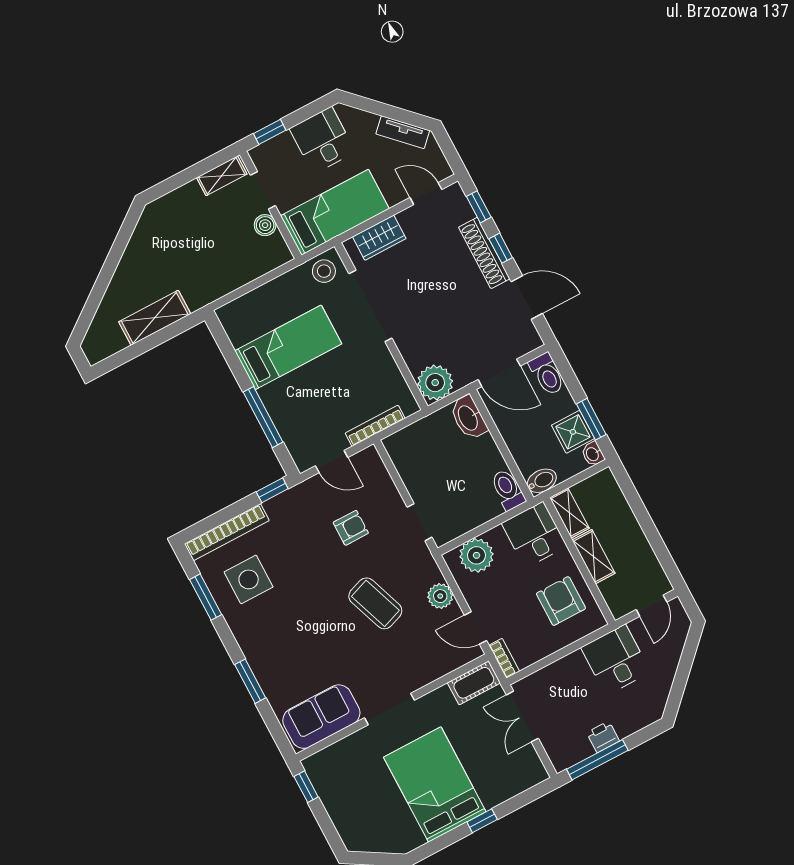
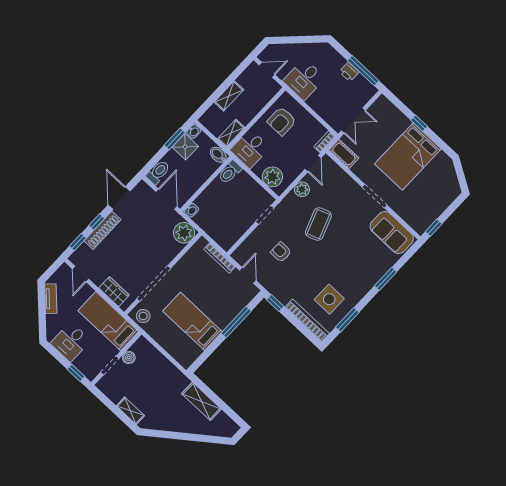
shelving: (222, 176) -> (130, 411), moved
washbasin: (468, 418) -> (192, 210), width x0.52, depth x0.69
shelving: (594, 557) -> (229, 96), moved

